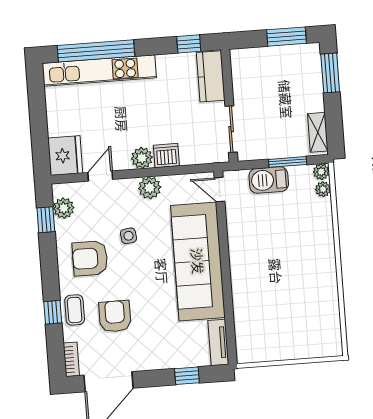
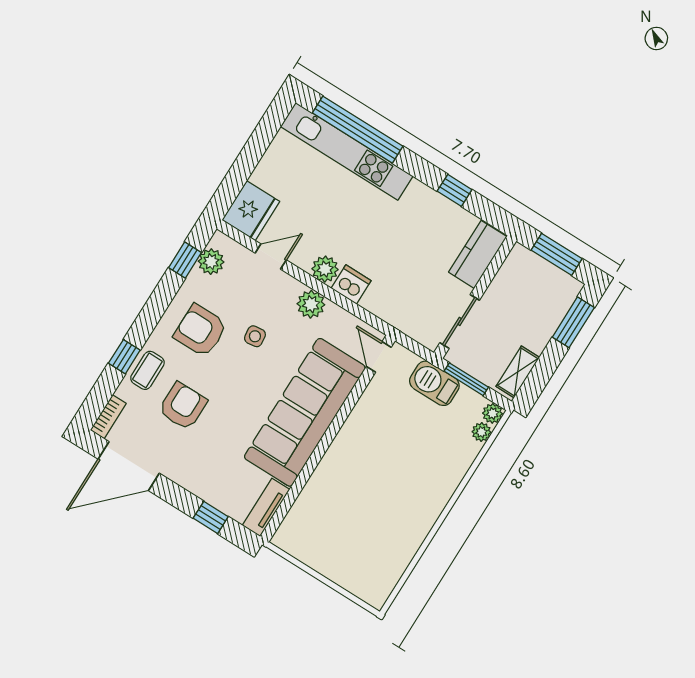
kitchen counter: (211, 76) -> (478, 254), moved
wall: (229, 106) -> (475, 297), moved
sliding door: (231, 129) -> (460, 321), moved

